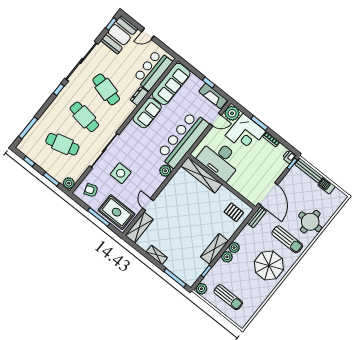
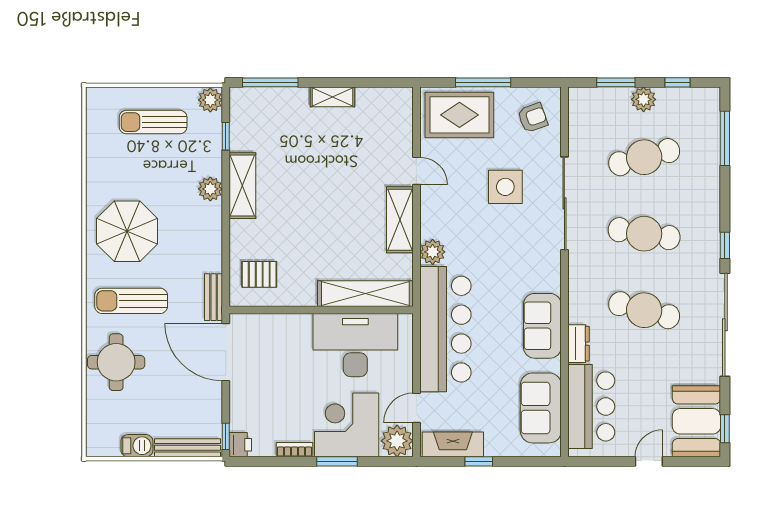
sofa: (171, 84) -> (541, 408), width x0.73
plant: (69, 183) -> (644, 99), moved
shelving: (139, 227) -> (400, 220), moved
plant: (234, 248) -> (211, 215), removed

